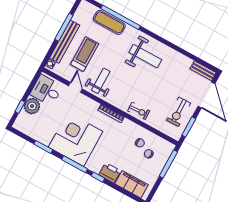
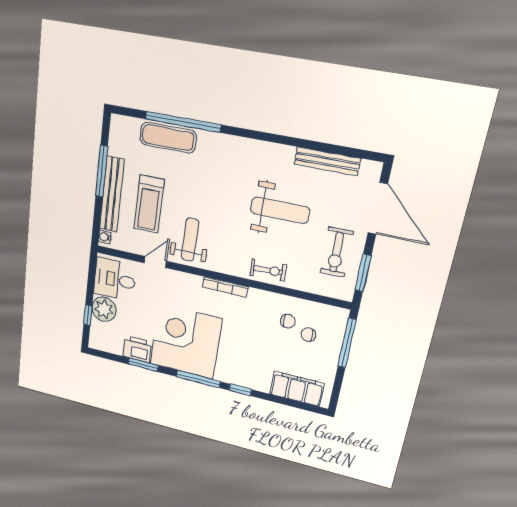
treadmill: (85, 54) -> (149, 204), turned 180
weight bench: (145, 56) -> (280, 210), moved
bench: (203, 71) -> (327, 161), moved, width x1.36
door: (75, 87) -> (155, 262), hinge flipped
printer: (110, 173) -> (137, 349), moved

